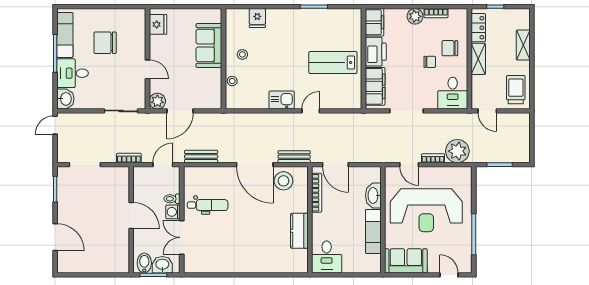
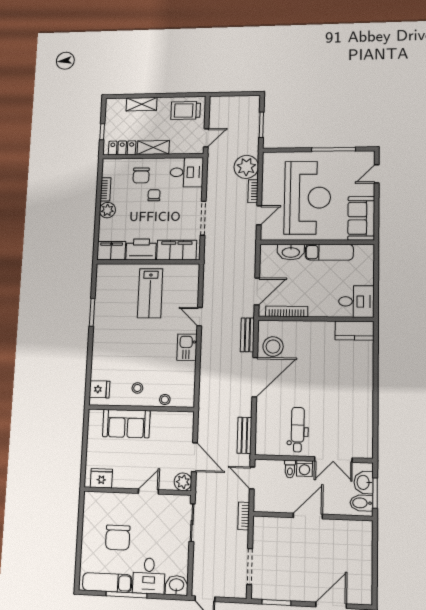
fridge: (257, 18) -> (99, 389), moved
kitchen counter: (299, 231) -> (354, 331), moved

